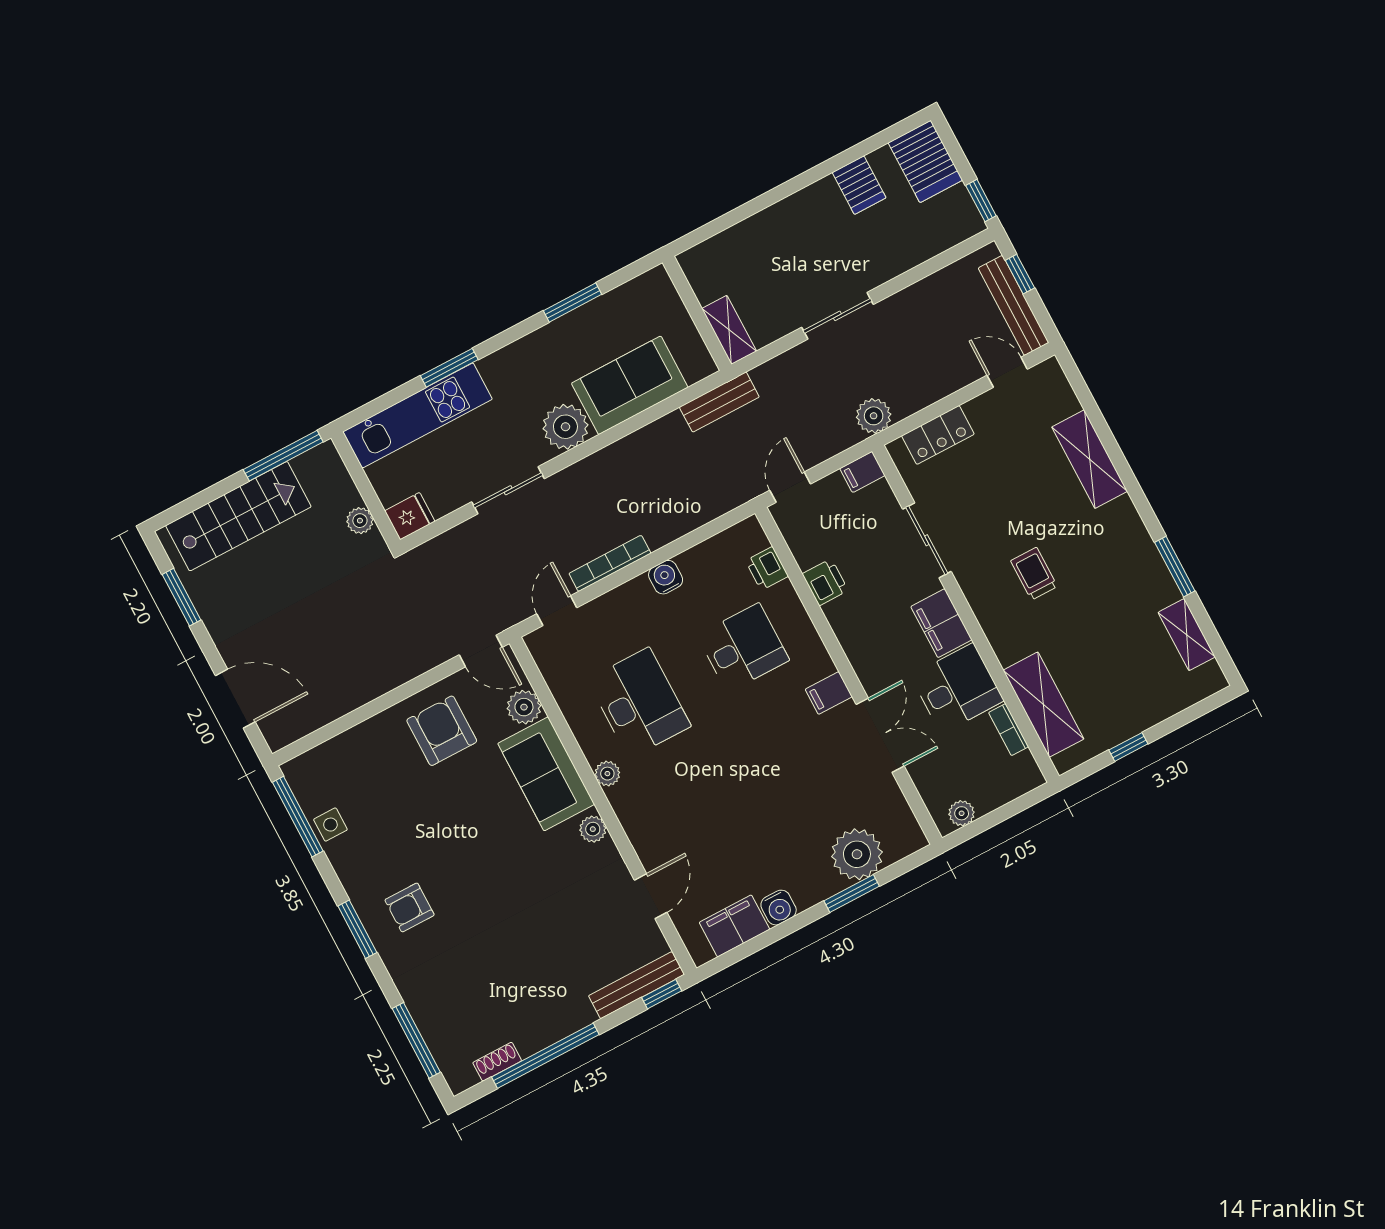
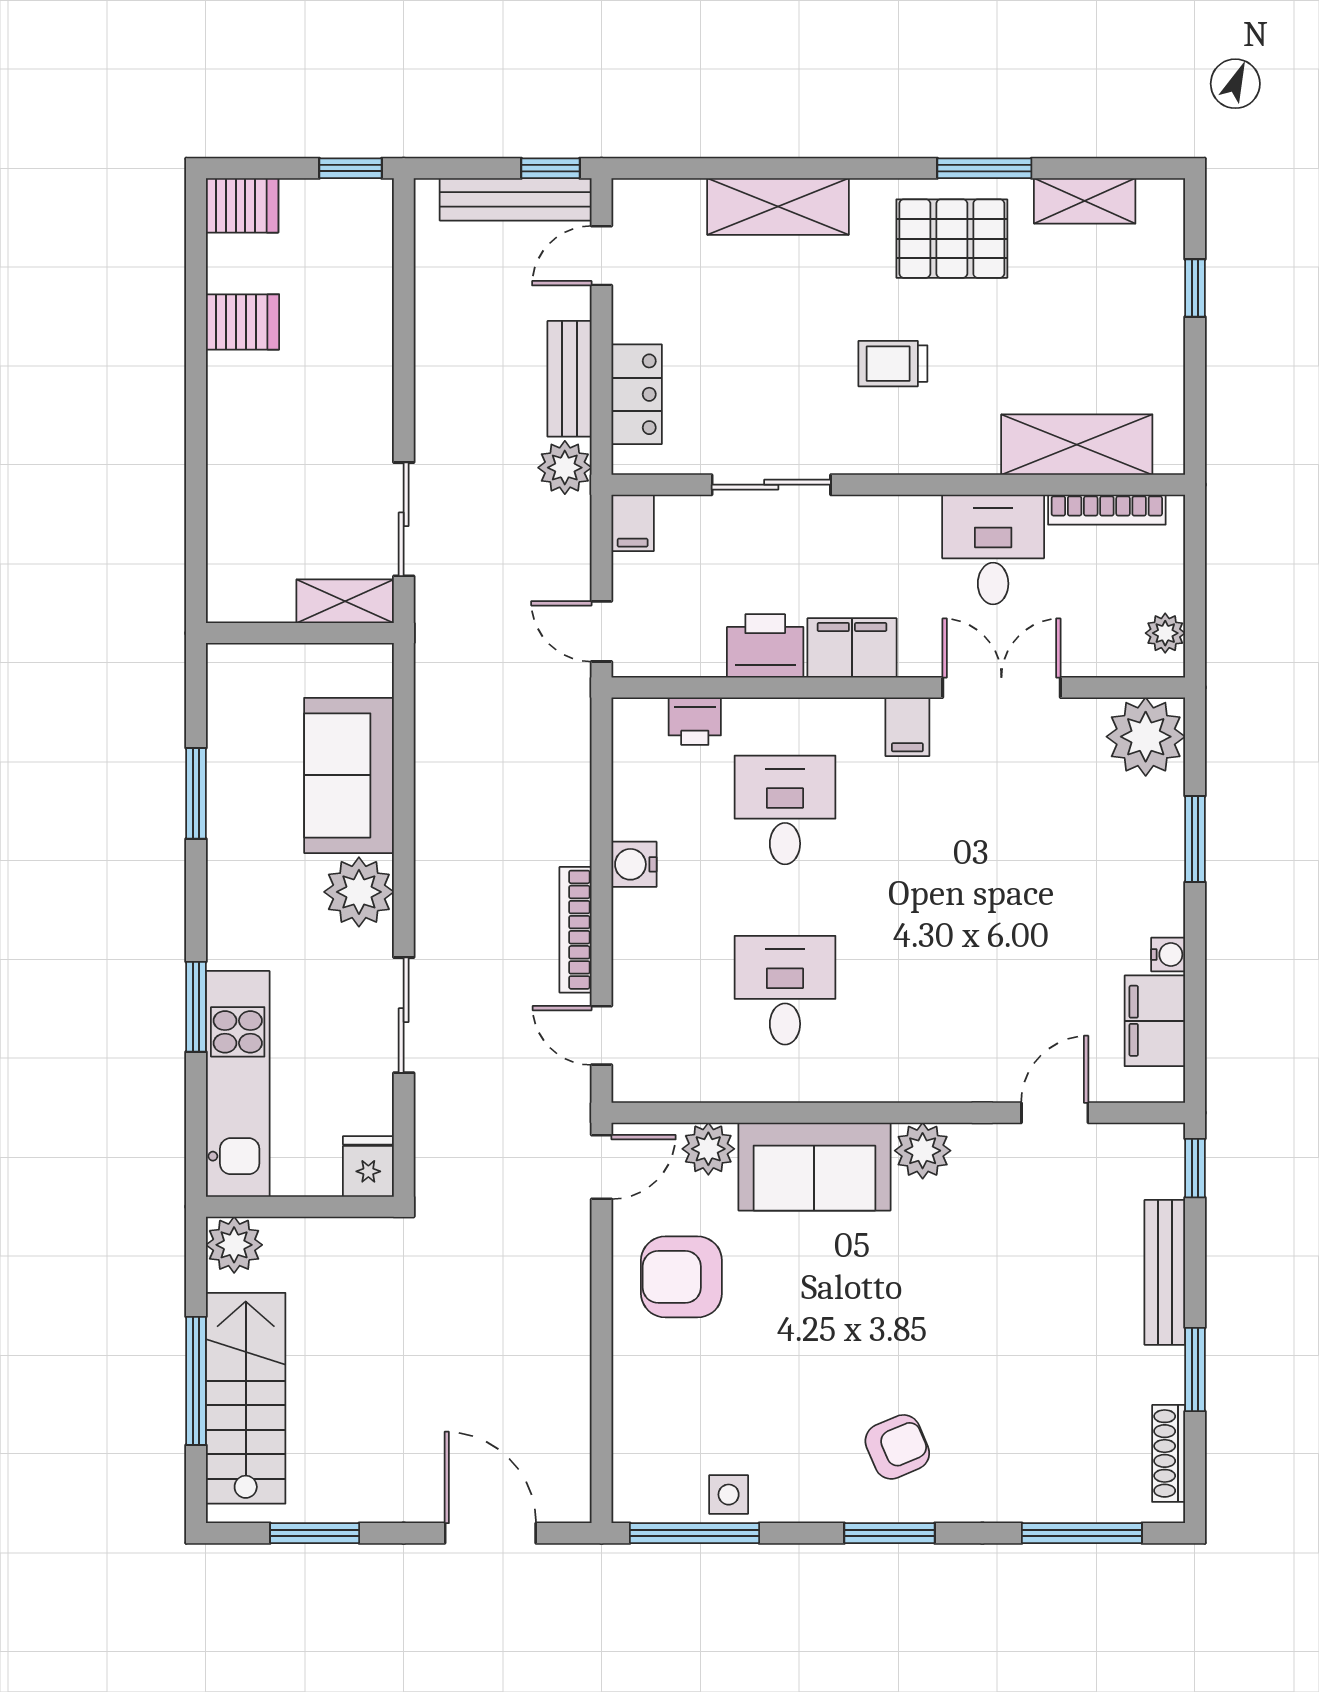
server rack: (925, 161) -> (242, 205), width x0.73, depth x0.70
window: (1020, 274) -> (550, 168), moved
sliding door: (837, 316) -> (404, 519), moved
bench: (719, 402) -> (570, 379), moved
window: (283, 456) -> (196, 1381), moved
plant: (360, 521) -> (234, 1245), moved, width x1.38, depth x1.38
pallet: (1124, 569) -> (952, 239), added
printer: (825, 582) -> (765, 646), width x1.36, depth x1.24
filing cabinet: (941, 623) -> (852, 648), moved, turned 180
door: (235, 699) -> (490, 1533), hinge flipped
desk: (639, 703) -> (785, 990), width x0.73
bookcase: (1009, 730) -> (1107, 510), width x1.56
window: (1128, 747) -> (1195, 288), moved
plant: (607, 774) -> (858, 1084), removed
plant: (593, 829) -> (923, 1151), width x1.38, depth x1.38
plant: (857, 854) -> (1146, 737), moved
door: (651, 896) -> (1055, 1113), hinge flipped
armchair: (410, 907) -> (897, 1447), turned -113
water cooler: (779, 908) -> (1168, 955), width x0.72, depth x0.72
bench: (636, 985) -> (1165, 1272), moved
window: (545, 1056) -> (1195, 1369), width x0.47
shoe rack: (497, 1062) -> (1169, 1453), width x1.43

